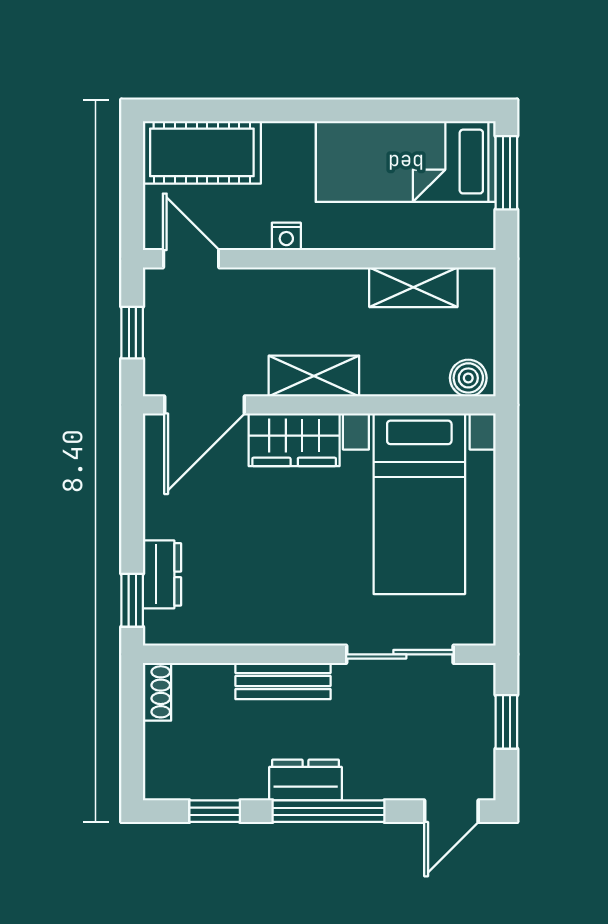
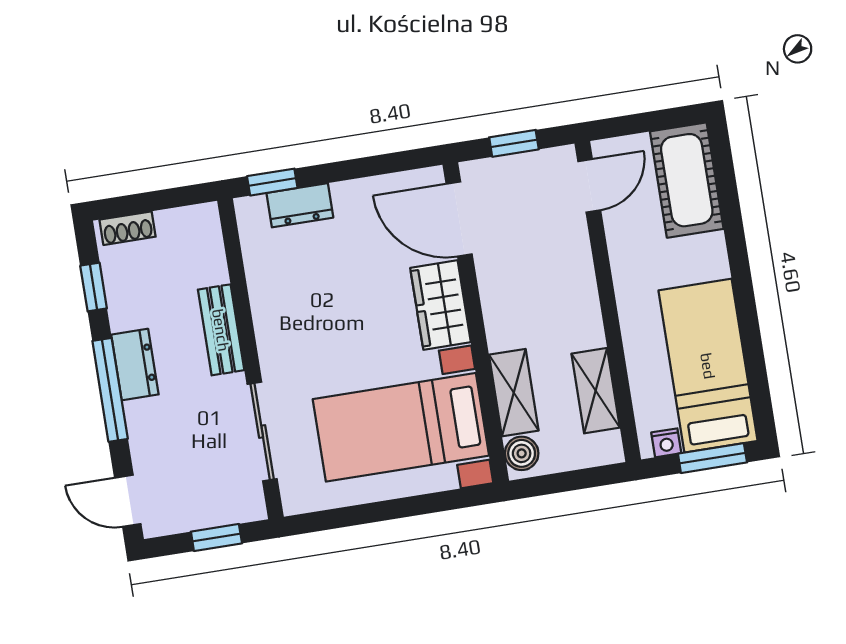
nightstand: (286, 236) -> (666, 443), moved, turned -90
shelving: (314, 376) -> (514, 393), moved
shoe rack: (157, 692) -> (128, 228), moved

